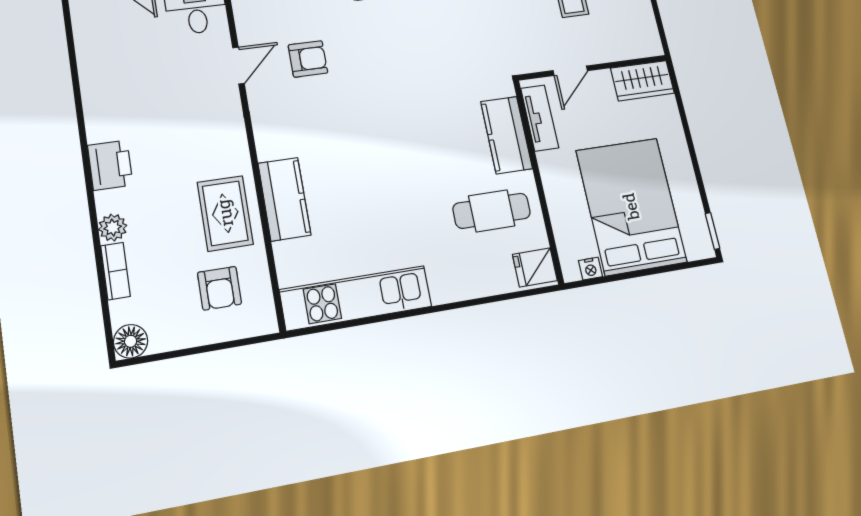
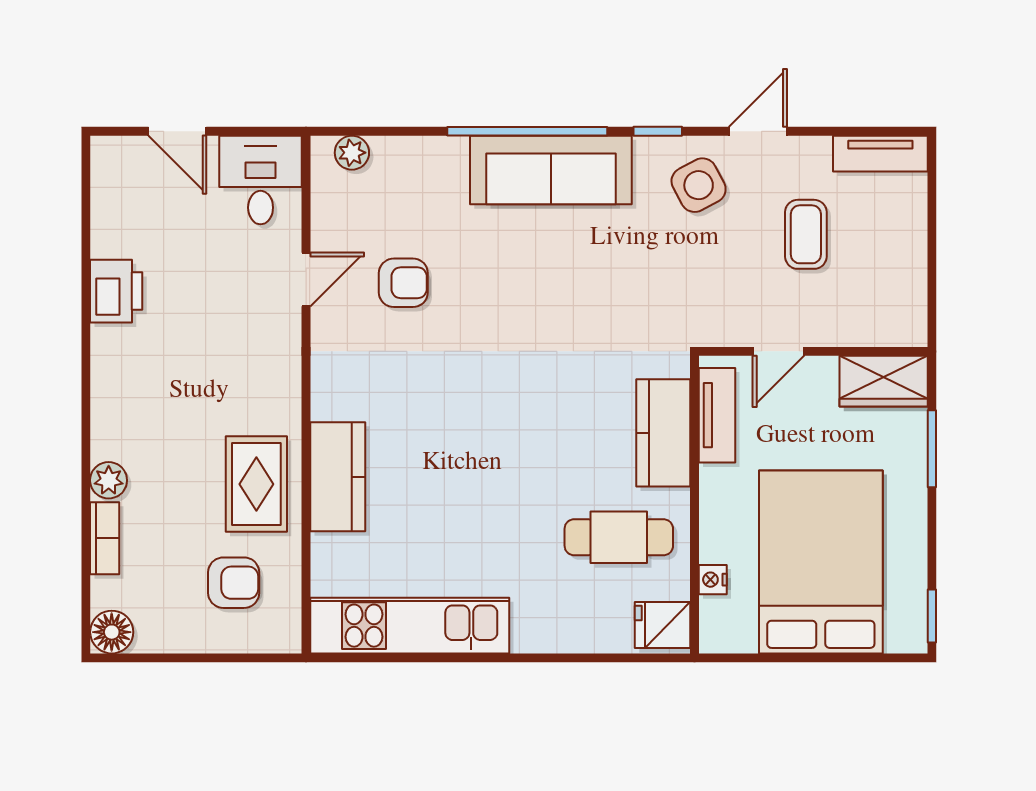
window: (684, 120) -> (932, 449), added
printer: (110, 165) -> (116, 291), moved
nightstand: (591, 269) -> (713, 580), moved, turned 90
armchair: (219, 288) -> (234, 583), turned -90

